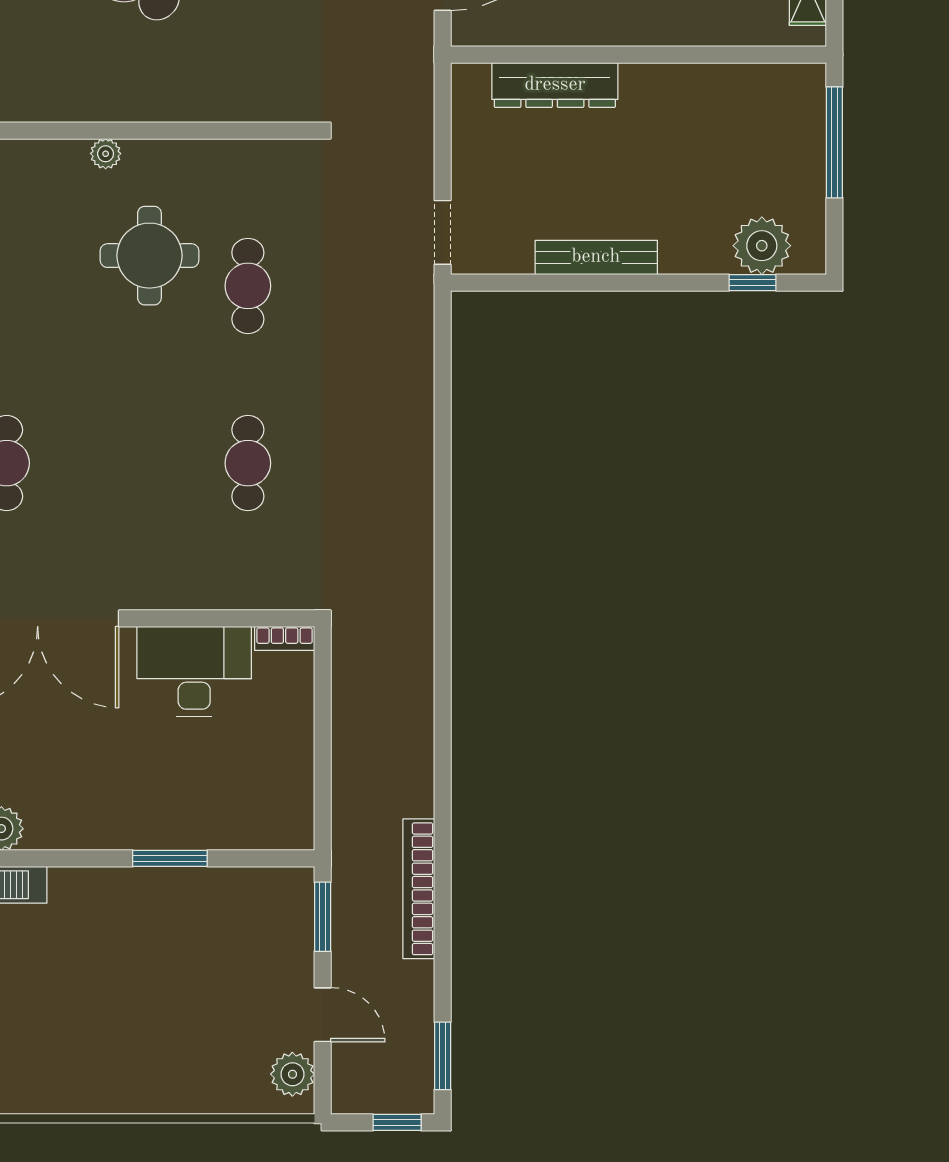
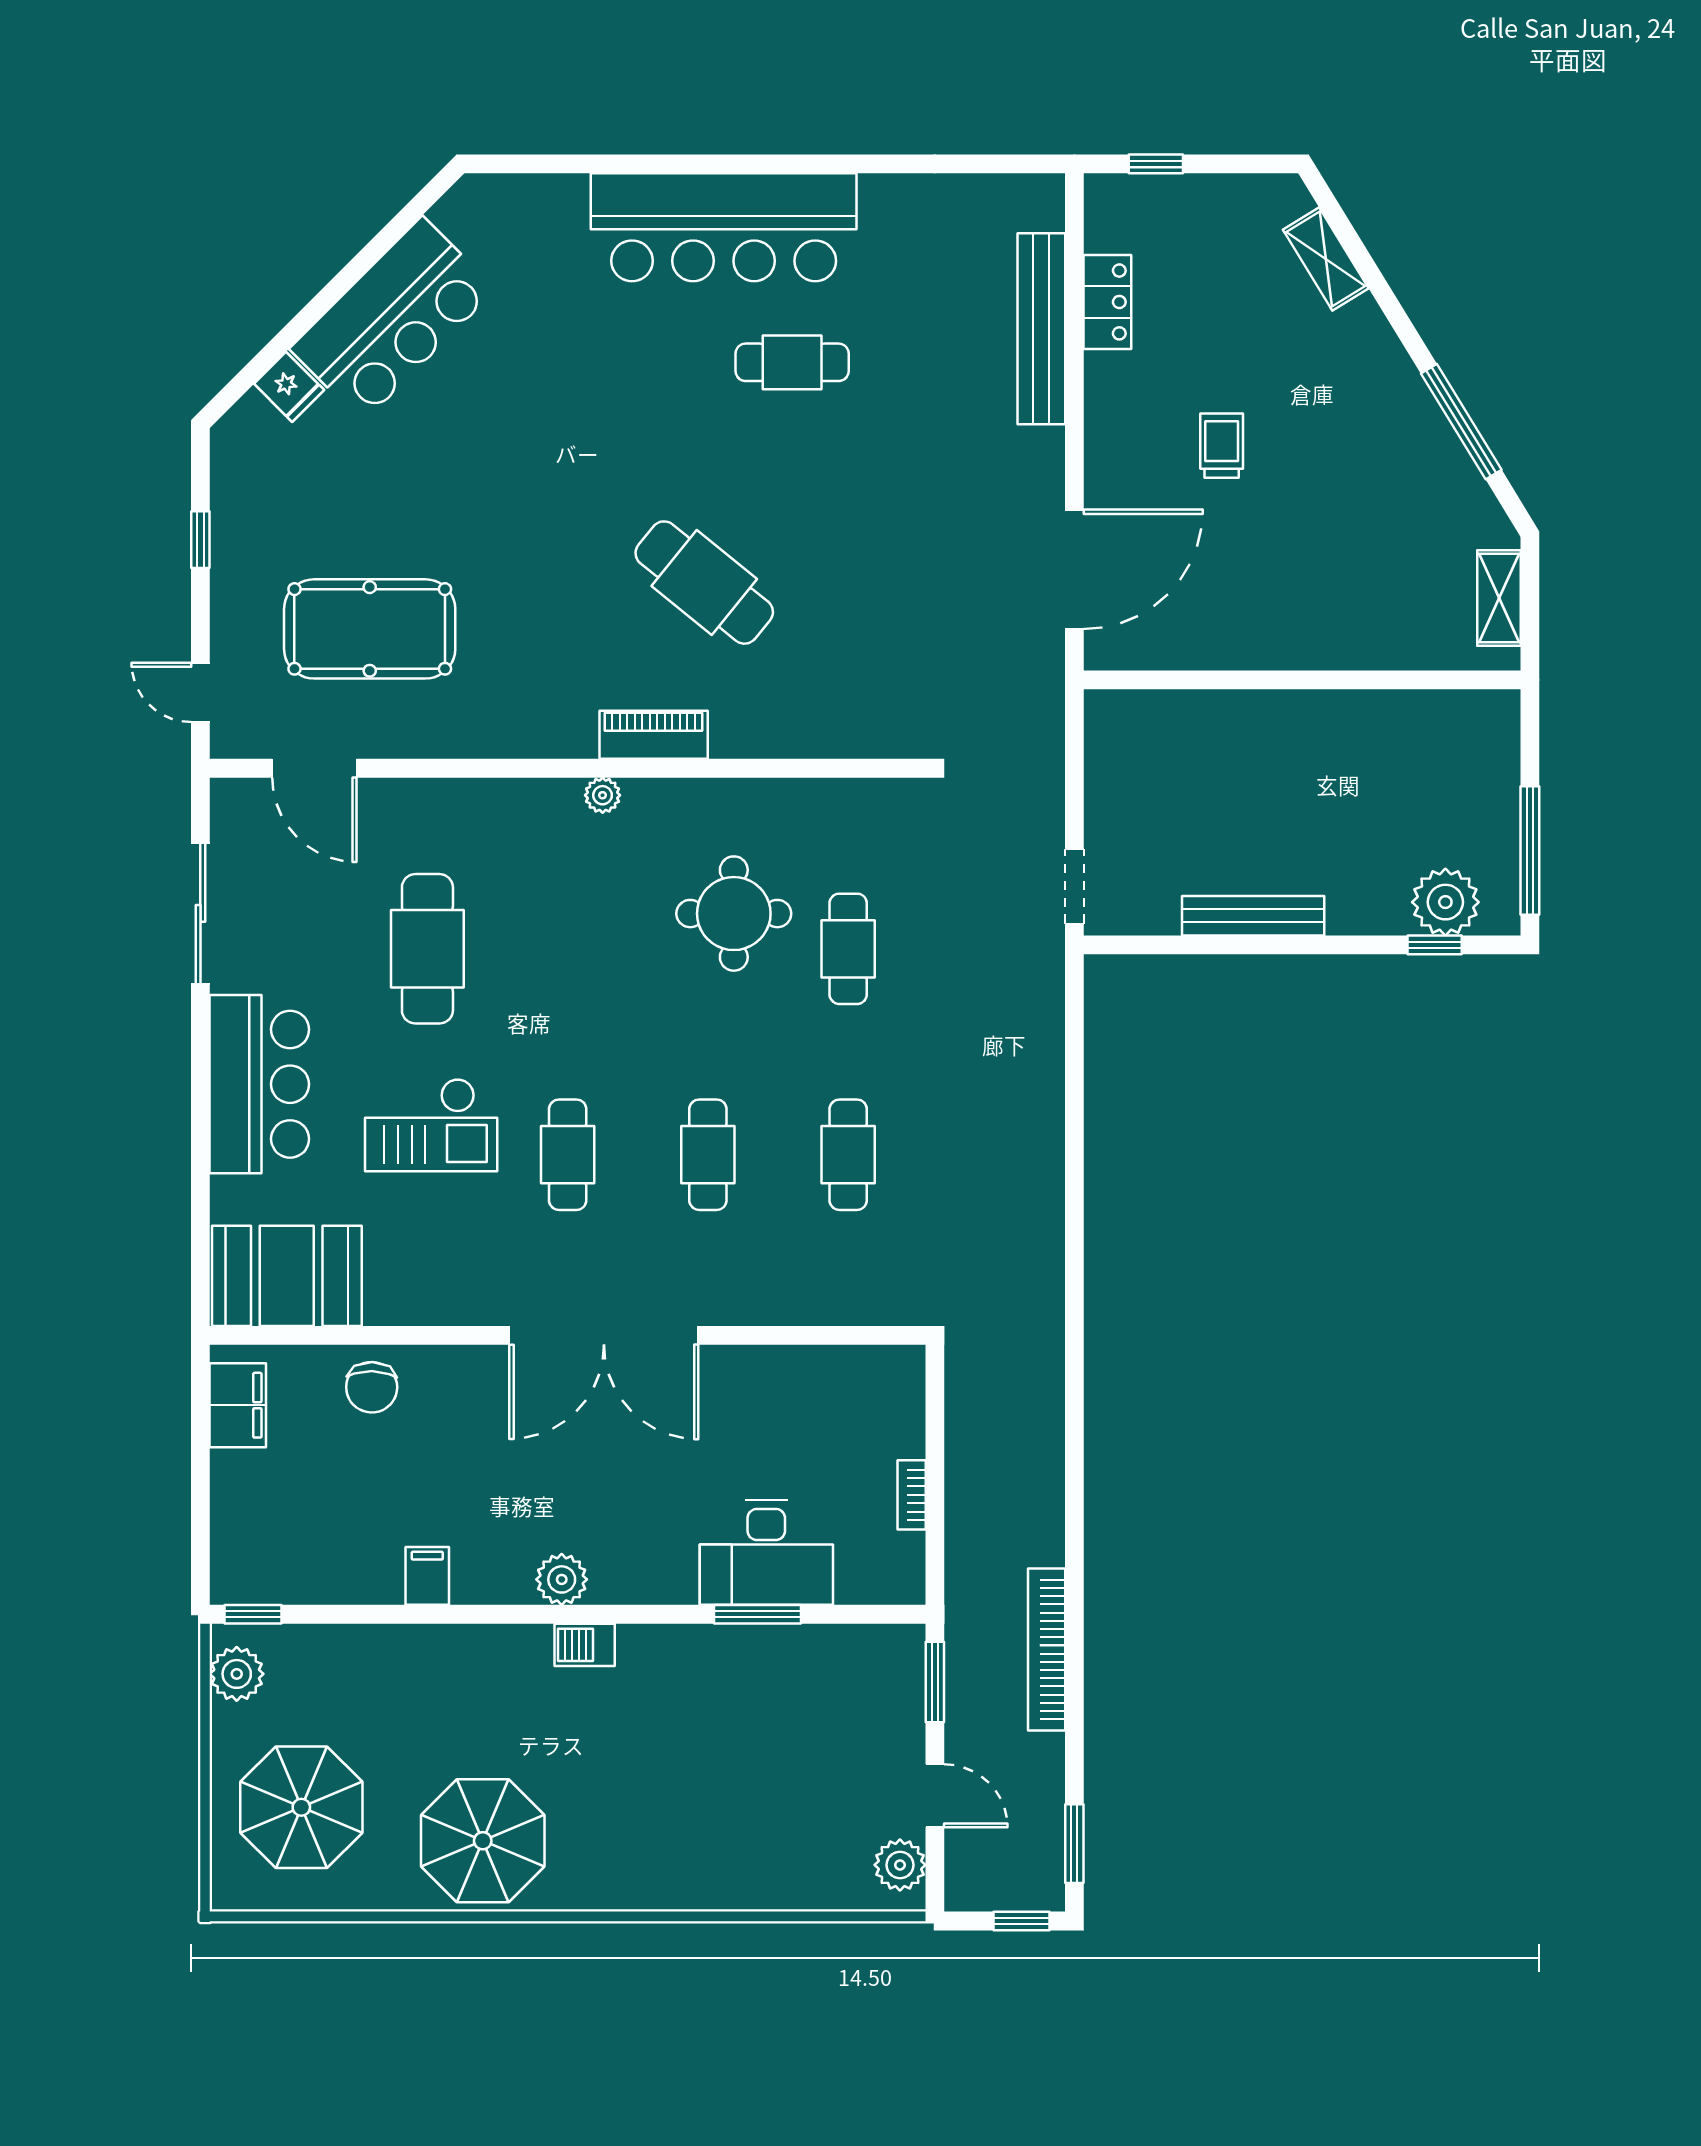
dresser: (555, 85) -> (1205, 715), removed
piano: (80, 102) -> (654, 735), added
window: (834, 142) -> (1530, 850), moved
plant: (106, 154) -> (603, 795), moved
cafe table: (127, 463) -> (708, 1155), added
bookcase: (285, 638) -> (912, 1495), moved, turned 90
desk: (194, 671) -> (766, 1553), moved, turned 180

